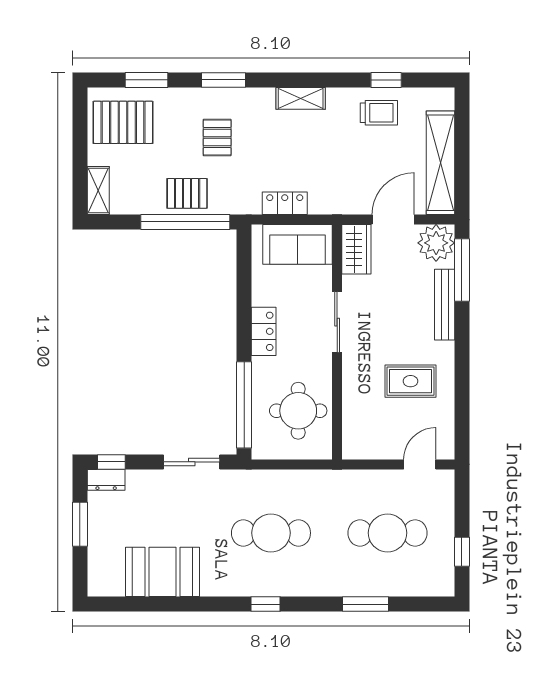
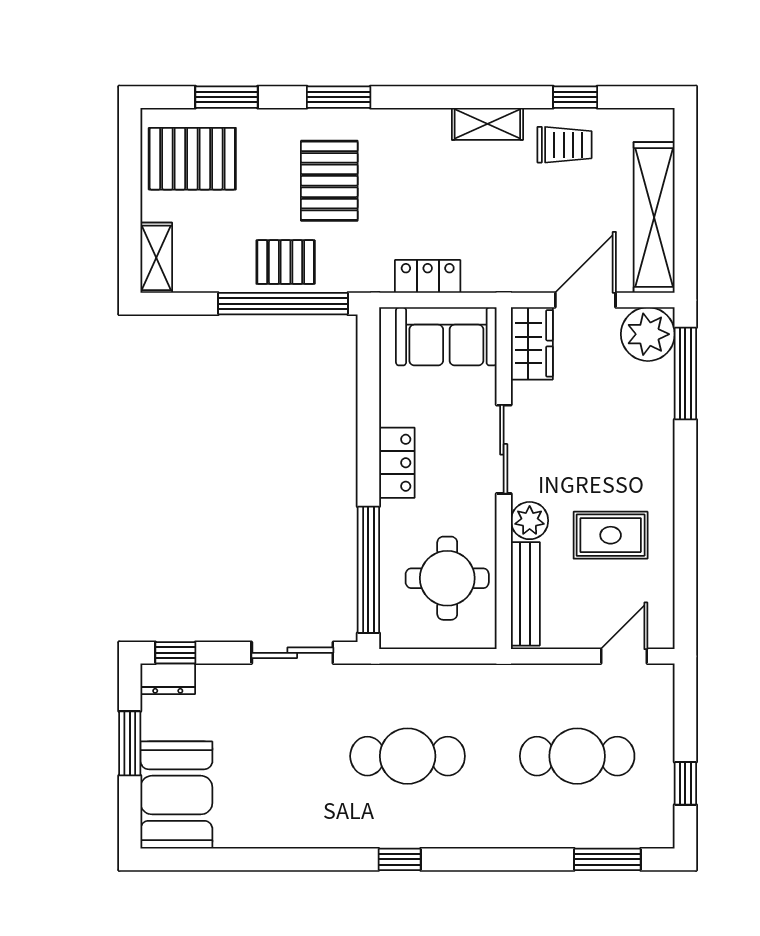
shelving: (301, 98) -> (487, 124), moved
pallet: (217, 137) -> (329, 181), width x1.50, depth x1.42
bench: (445, 305) -> (525, 594), moved
plant: (355, 371) -> (530, 521), added
booth: (162, 572) -> (176, 795), moved, turned 90
window: (366, 604) -> (607, 859), moved

